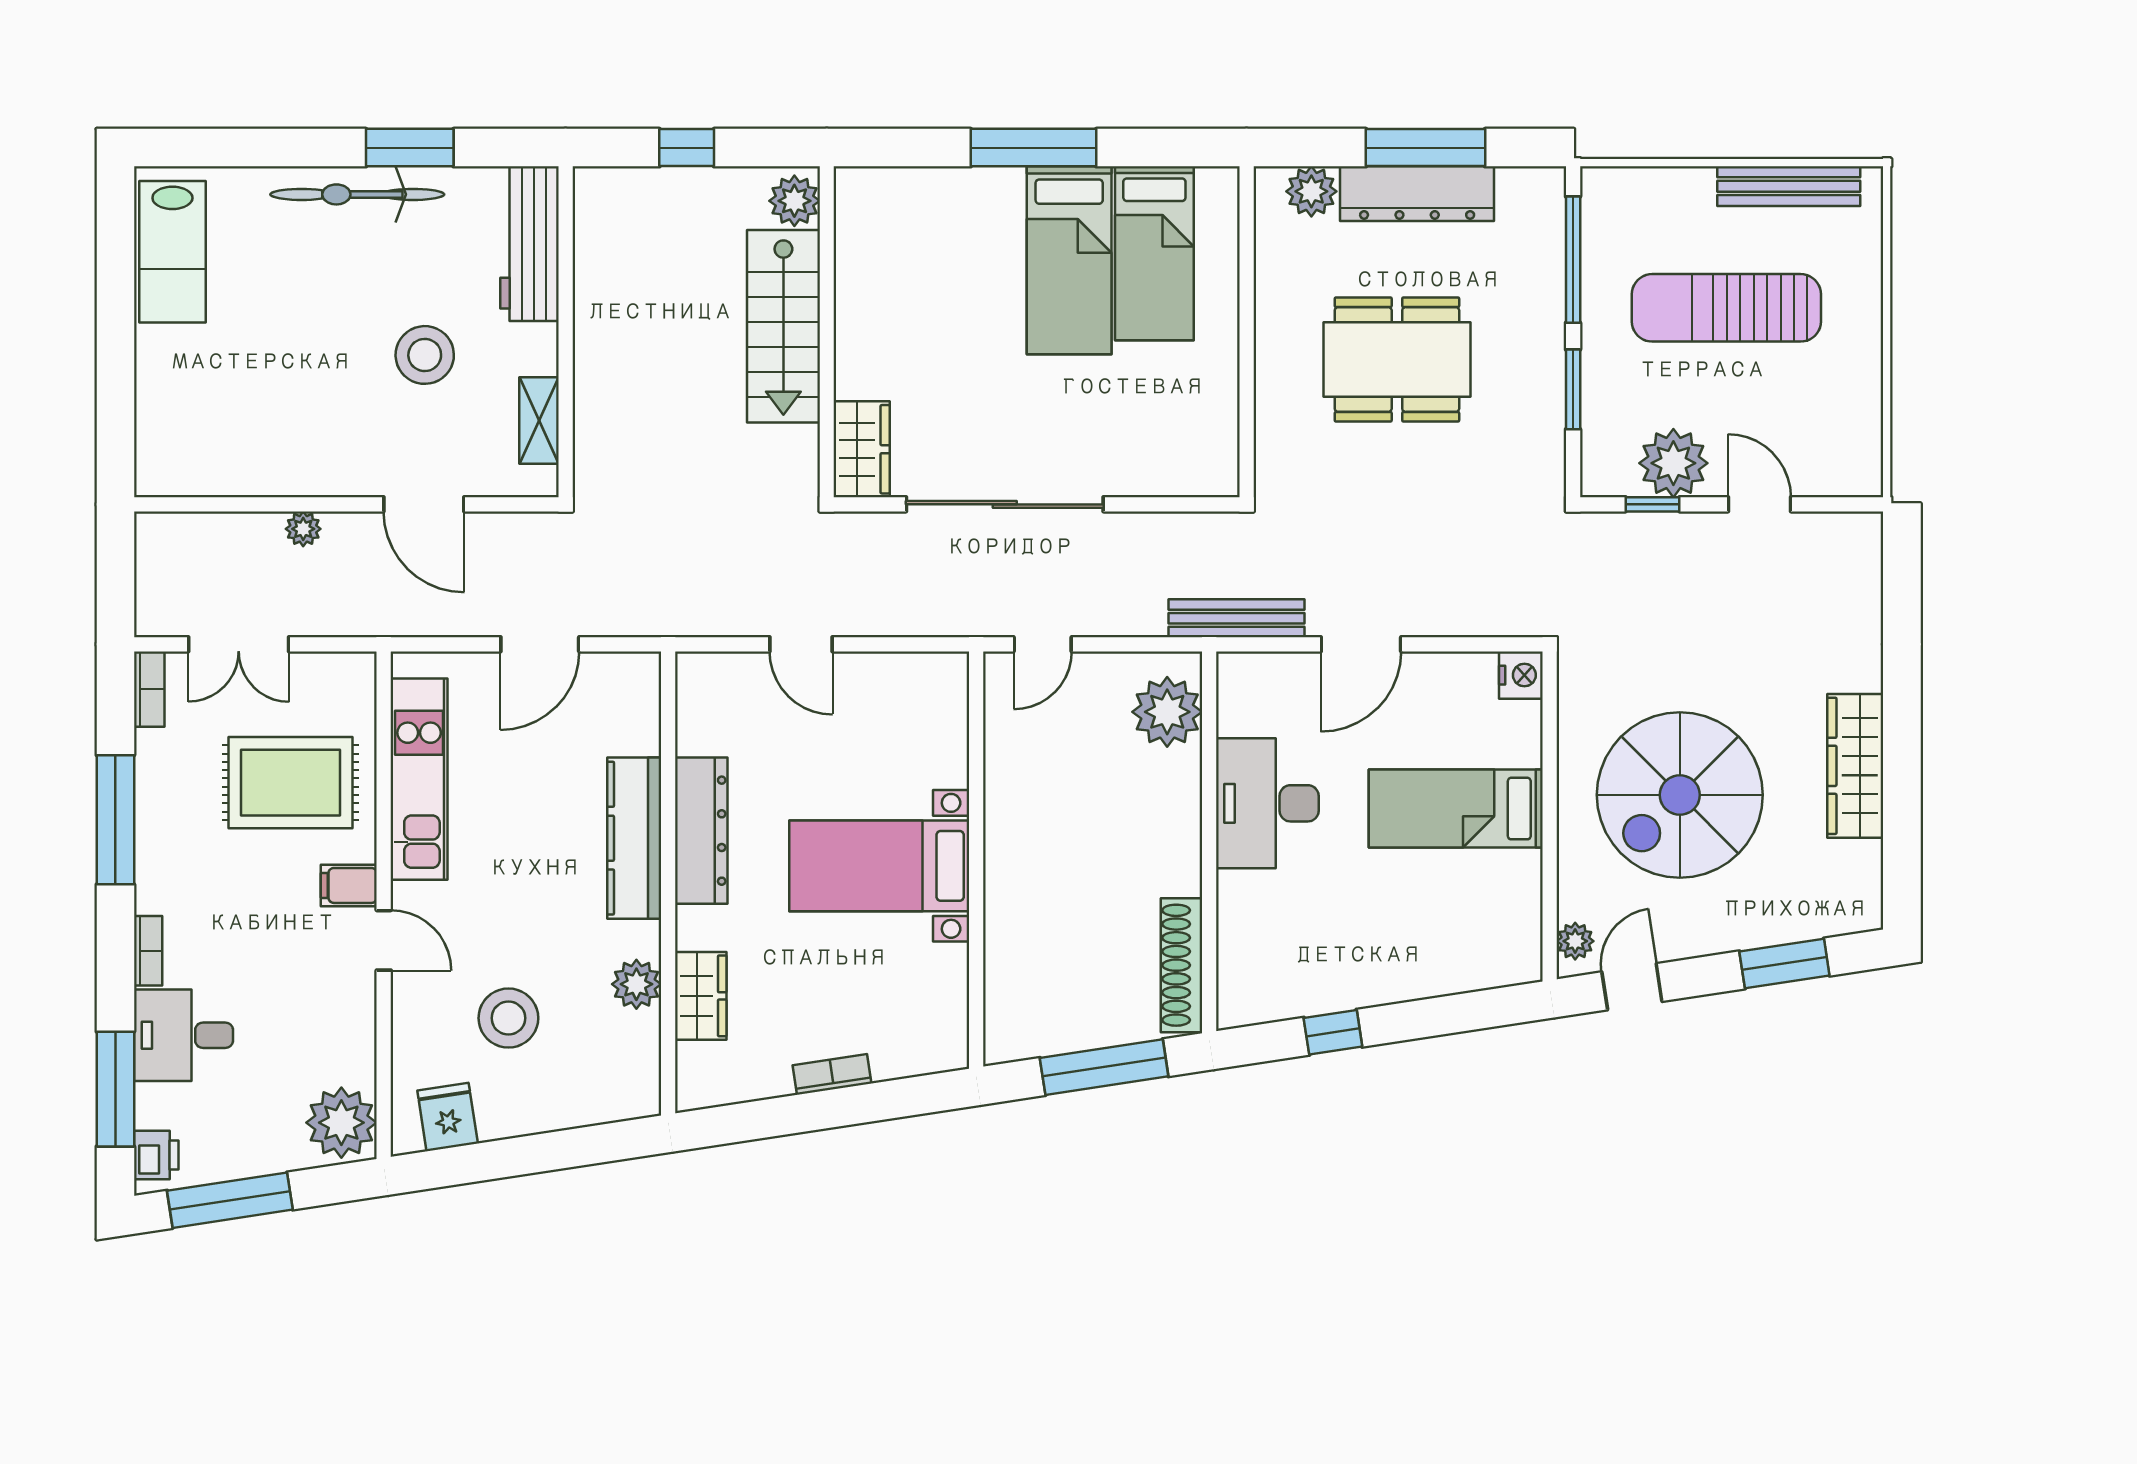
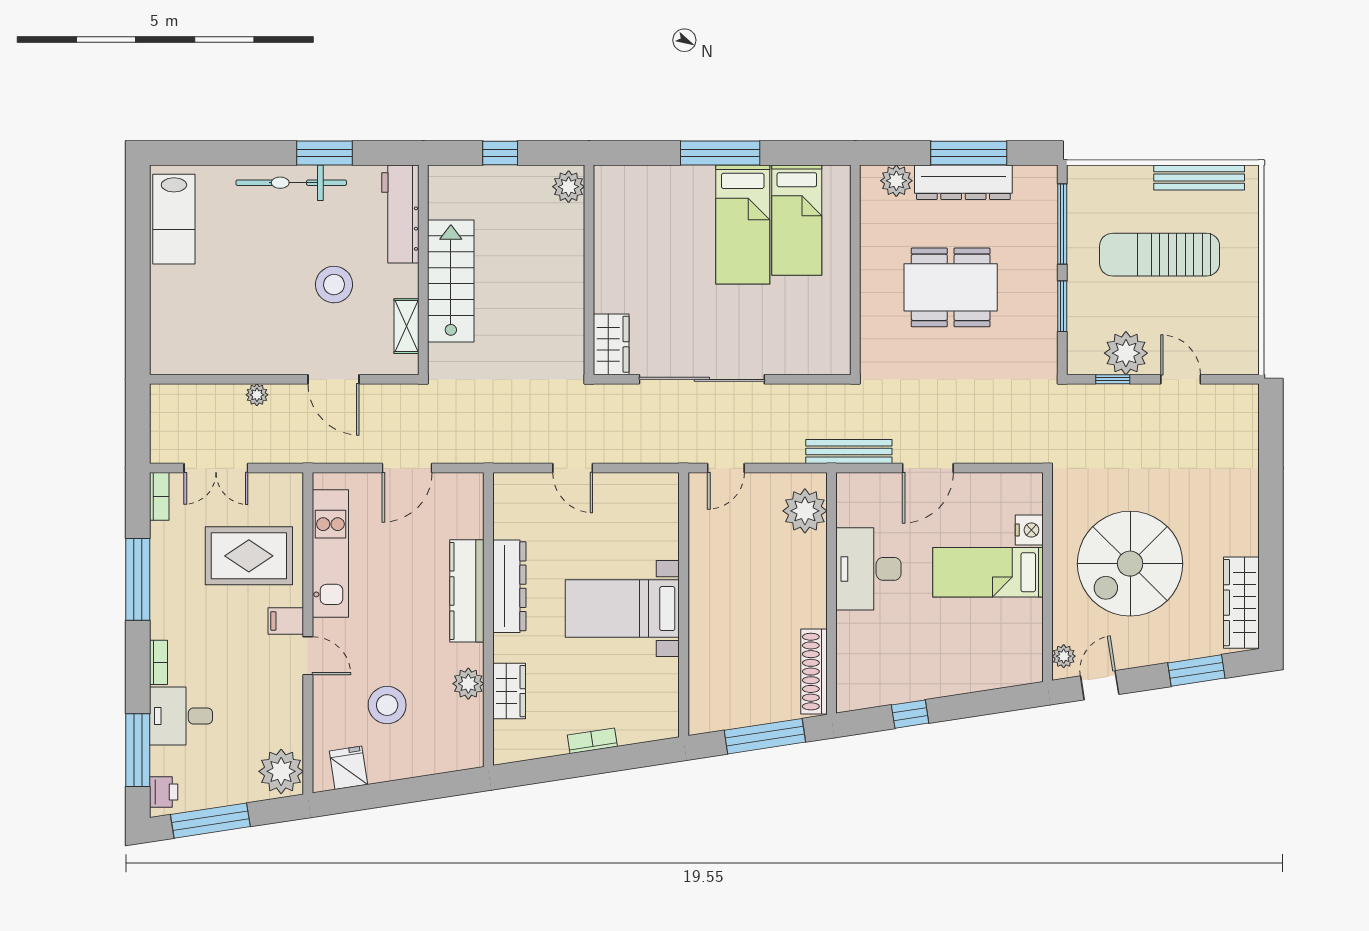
stairs: (783, 326) -> (451, 281), moved, turned 180
nightstand: (1521, 675) -> (1029, 530), moved
wardrobe: (1855, 766) -> (1241, 603), moved

